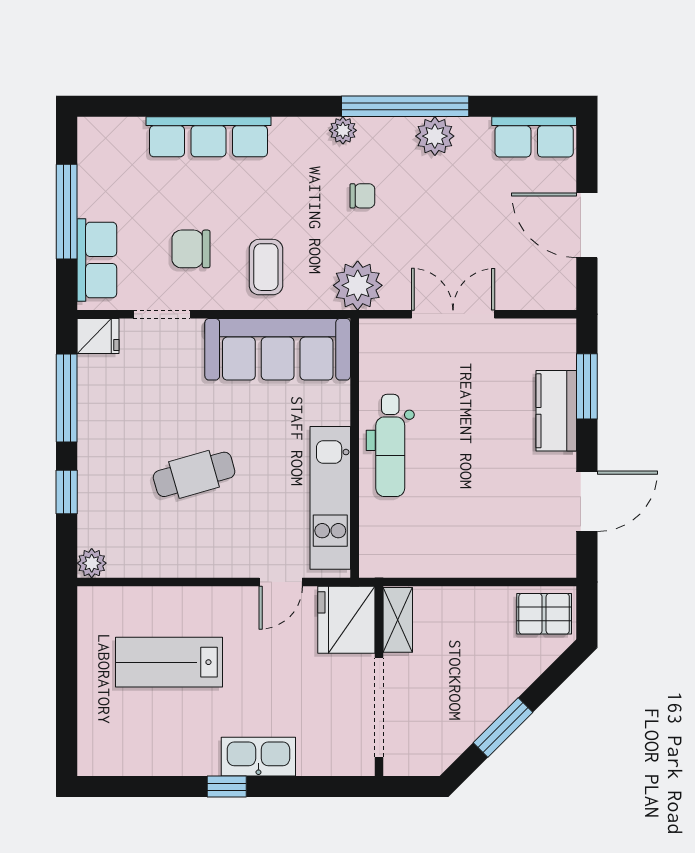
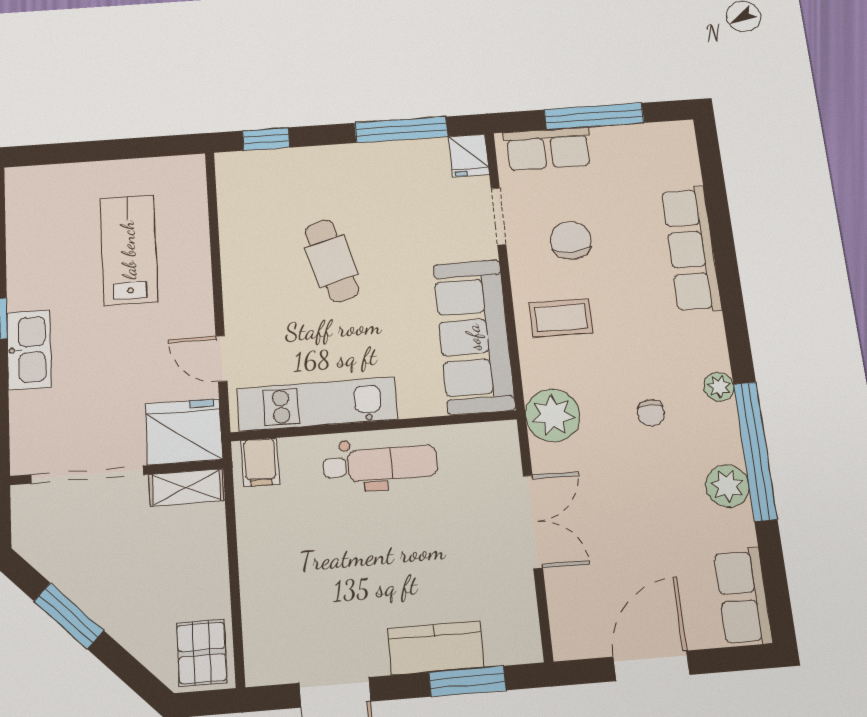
dental chair: (390, 445) -> (380, 464), turned 180
window: (67, 492) -> (266, 139), moved
filing cabinet: (380, 553) -> (260, 462), added
plant: (92, 563) -> (230, 166), removed

